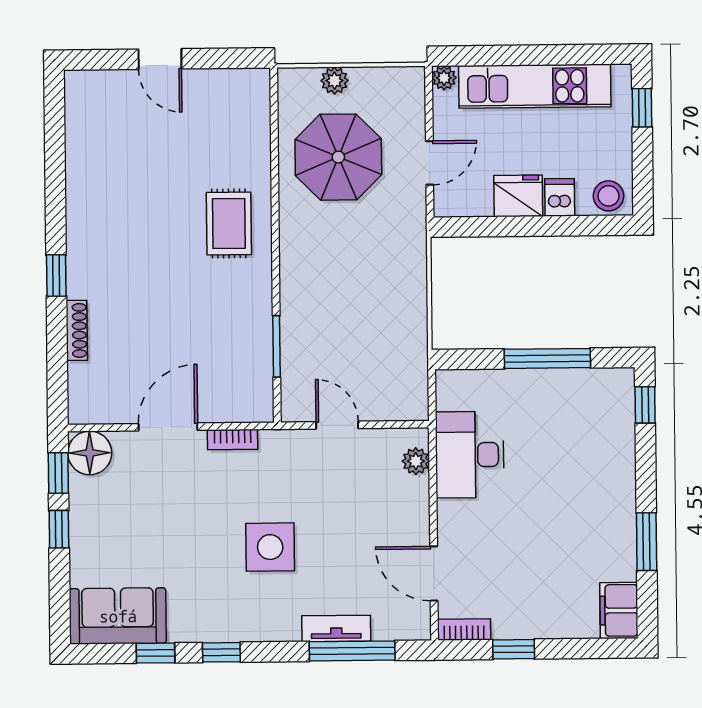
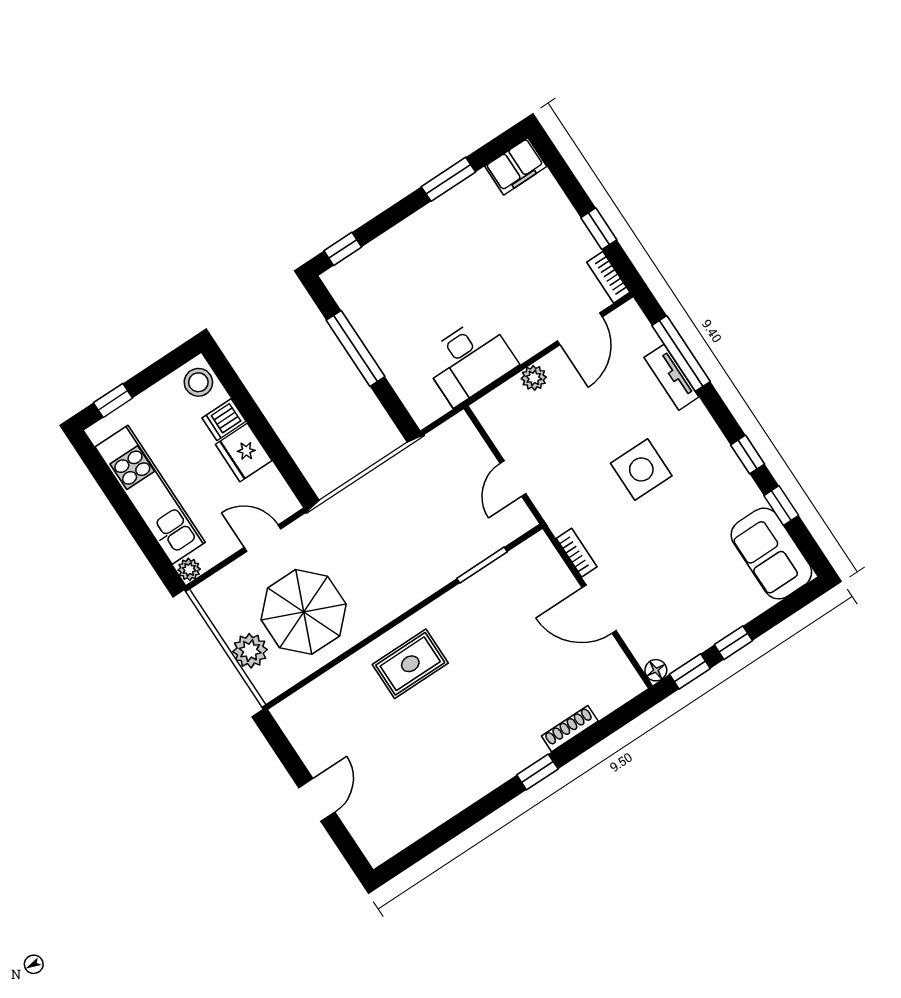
plant: (334, 81) -> (250, 651), width x1.38, depth x1.38
floor lamp: (90, 453) -> (656, 670), width x0.53, depth x0.53
plant: (416, 461) -> (534, 378), moved

